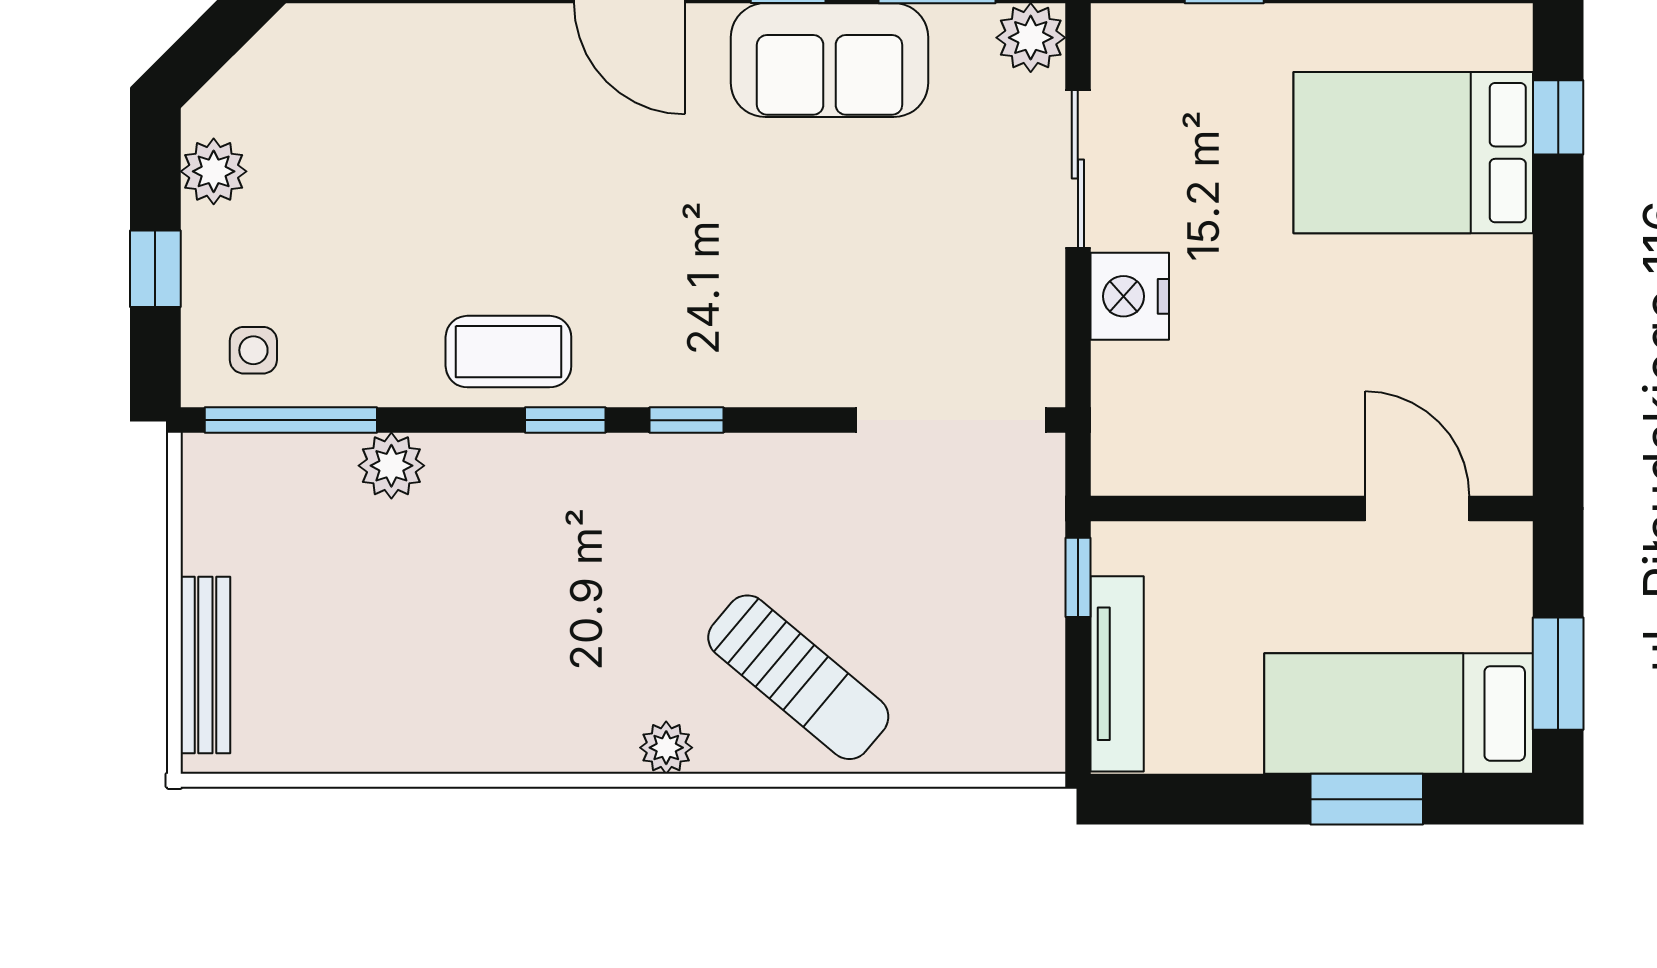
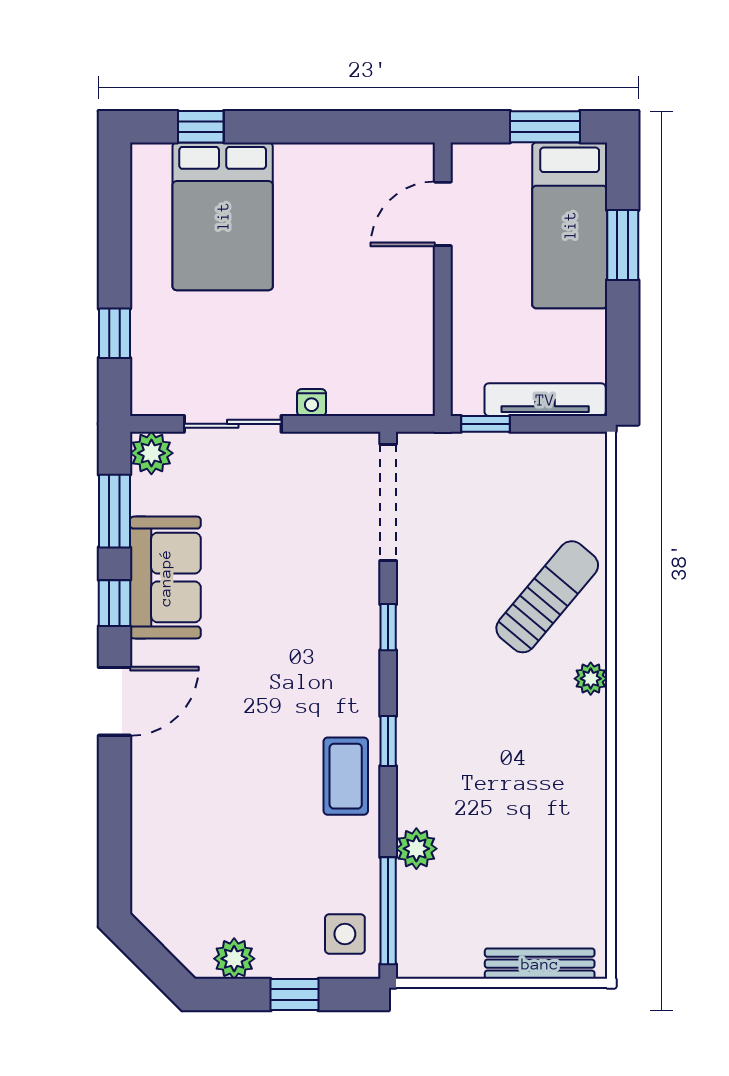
nightstand: (1130, 296) -> (312, 402), width x0.53, depth x0.56
side table: (253, 350) -> (345, 934), width x1.37, depth x1.37
window: (687, 420) -> (388, 627), moved

